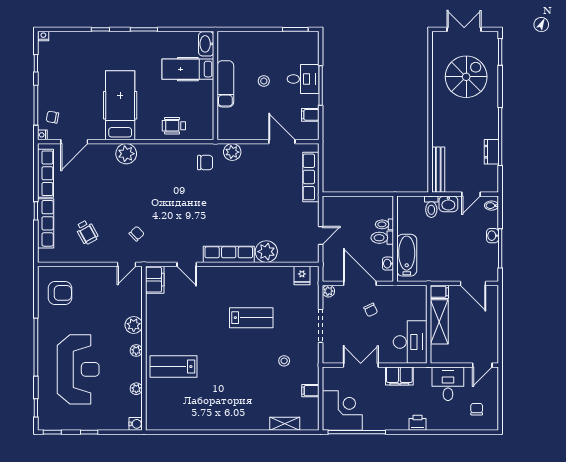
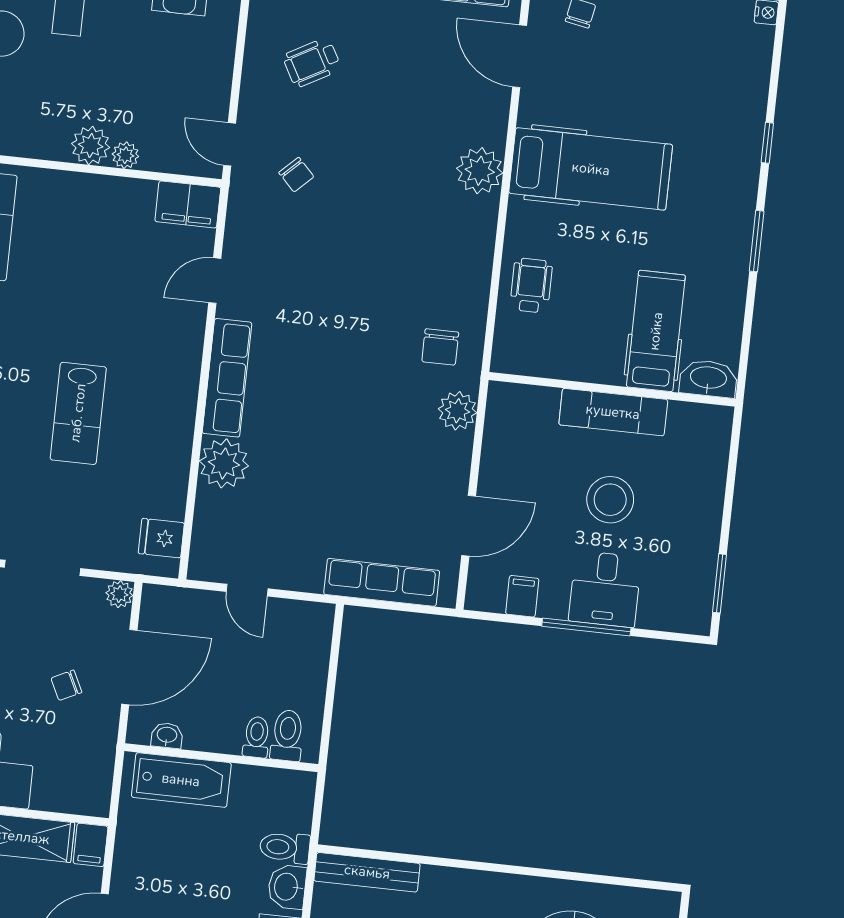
stool: (264, 81) -> (610, 500), width x1.89, depth x1.89
toilet: (382, 238) -> (287, 735), moved
plant: (136, 350) -> (125, 155), moved

